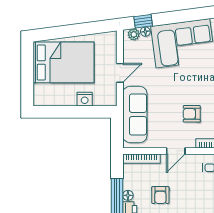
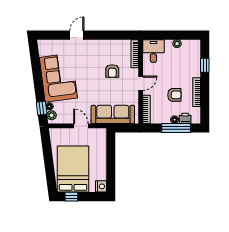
window: (27, 60) -> (71, 197), added
nightstand: (85, 99) -> (101, 186), moved
door: (176, 151) -> (141, 83), hinge flipped

